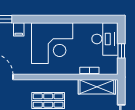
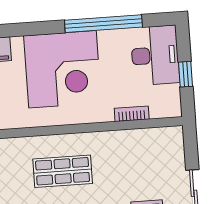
window: (77, 19) -> (103, 24), added
shelving: (97, 87) -> (147, 141), removed

